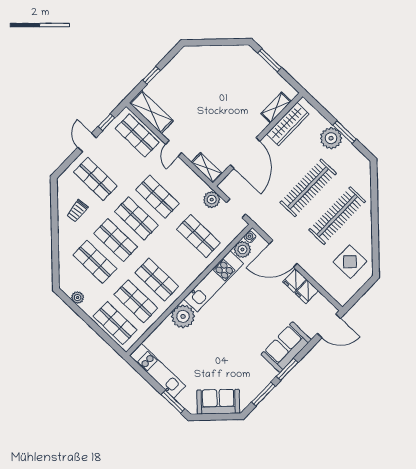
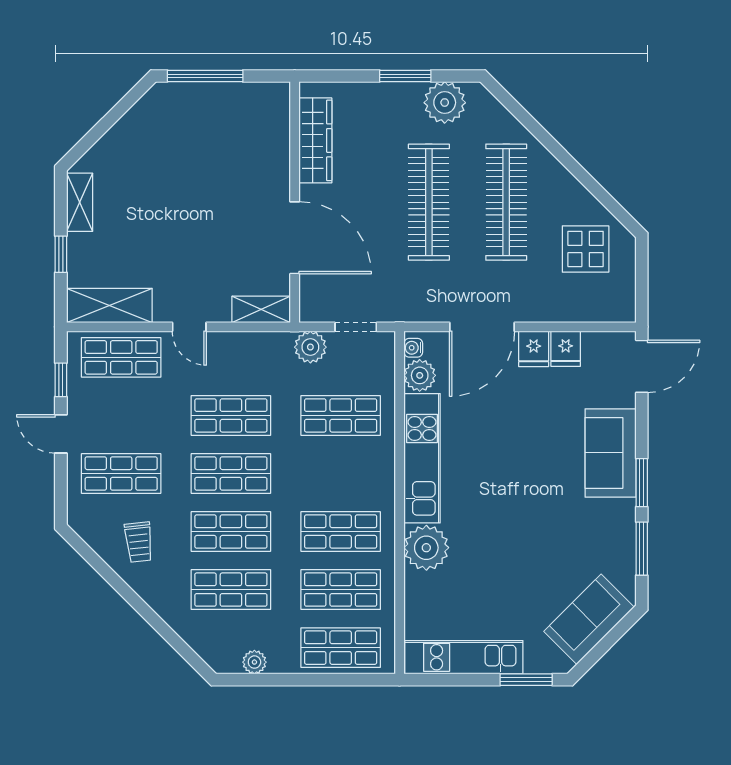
window: (270, 60) -> (205, 76), width x1.44
shelving: (276, 108) -> (80, 202), moved
plant: (331, 138) -> (445, 103), moved

